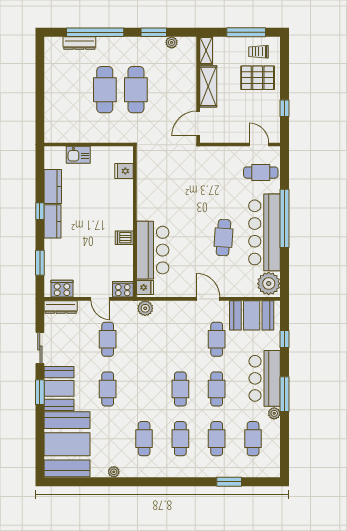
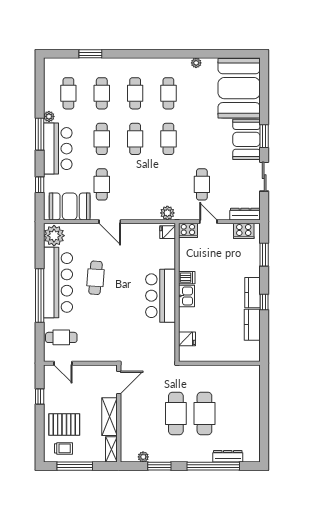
kitchen sink: (78, 155) -> (186, 296), moved, turned 90
bar counter: (153, 250) -> (161, 296), moved
cafe table: (108, 389) -> (168, 139), moved

